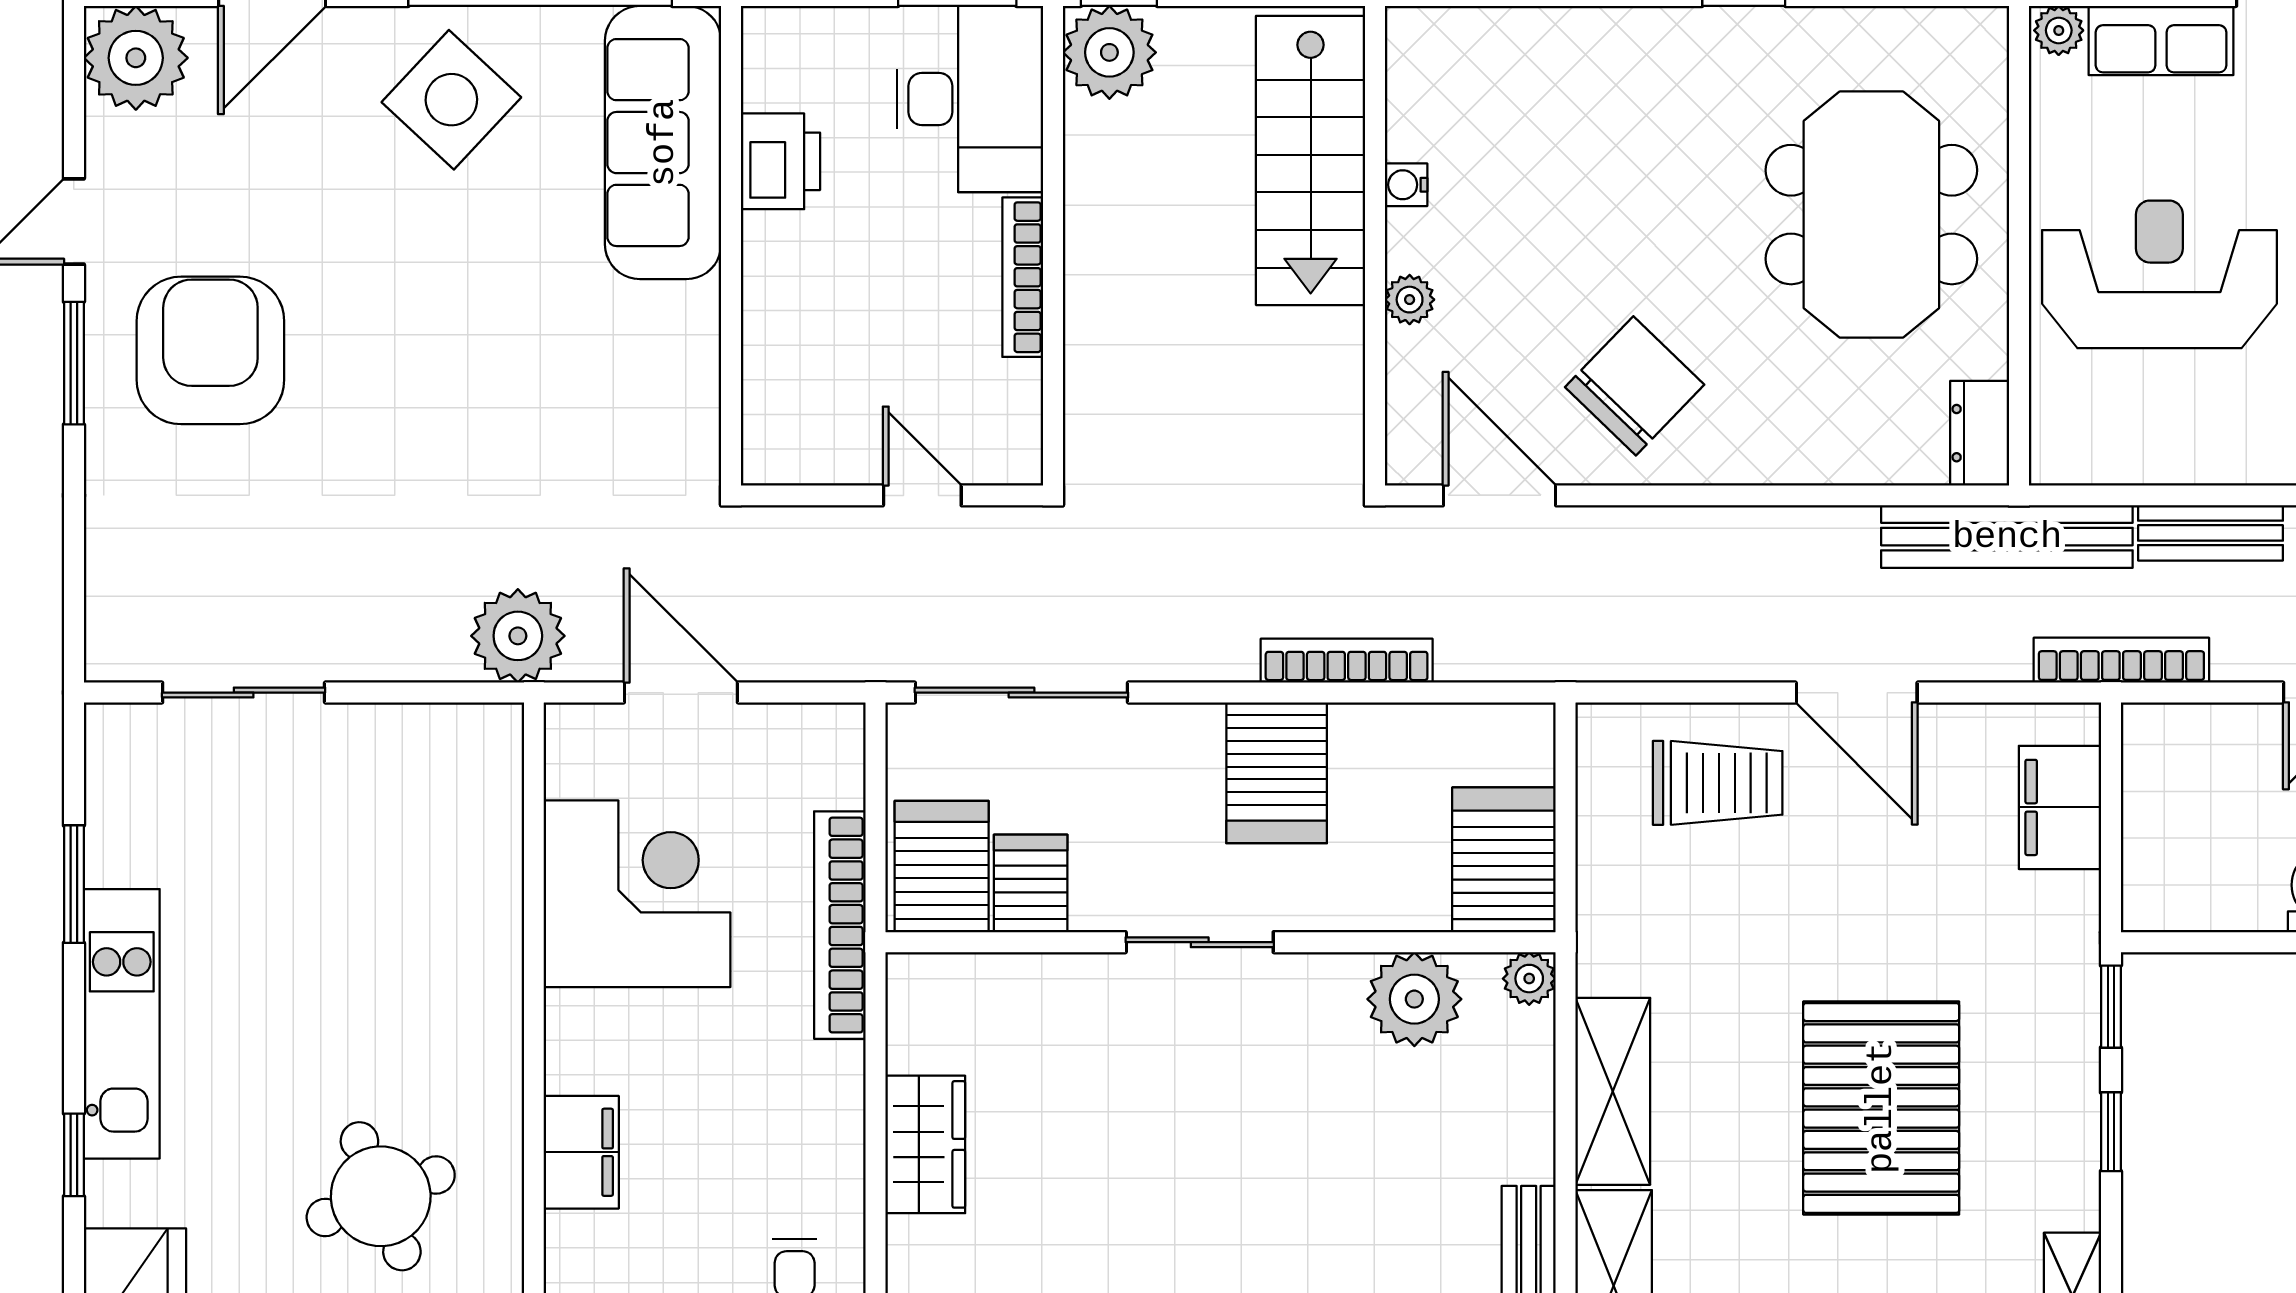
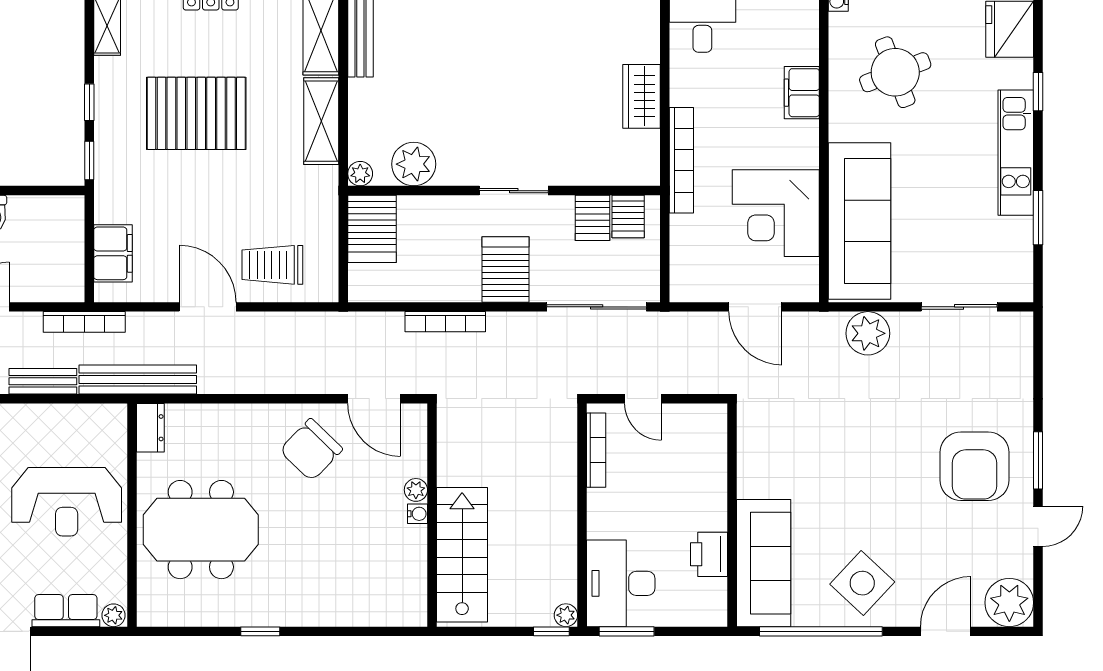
plant: (1109, 52) -> (566, 615), width x0.53, depth x0.53
water cooler: (1406, 185) -> (418, 514), moved
meeting table: (1871, 215) -> (201, 530), turned 90
bookcase: (1023, 277) -> (596, 450), moved
plant: (518, 636) -> (868, 333), moved
server rack: (1277, 773) -> (505, 269), moved
server rack: (942, 867) -> (628, 216), width x0.73, depth x0.70
sofa: (457, 877) -> (860, 221), added
bookcase: (840, 925) -> (681, 160), moved
pallet: (1881, 1108) -> (196, 113), turned 90

